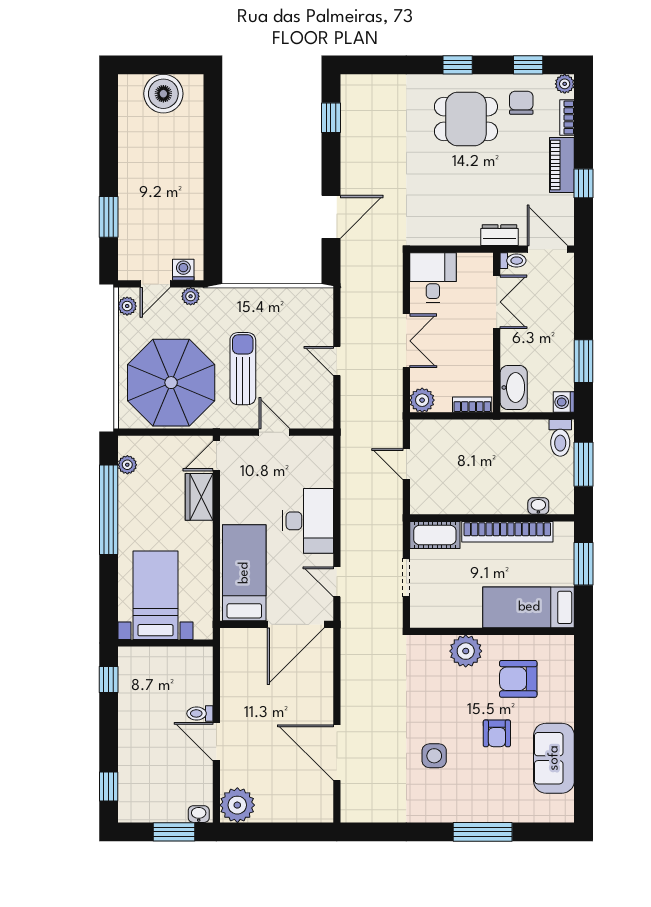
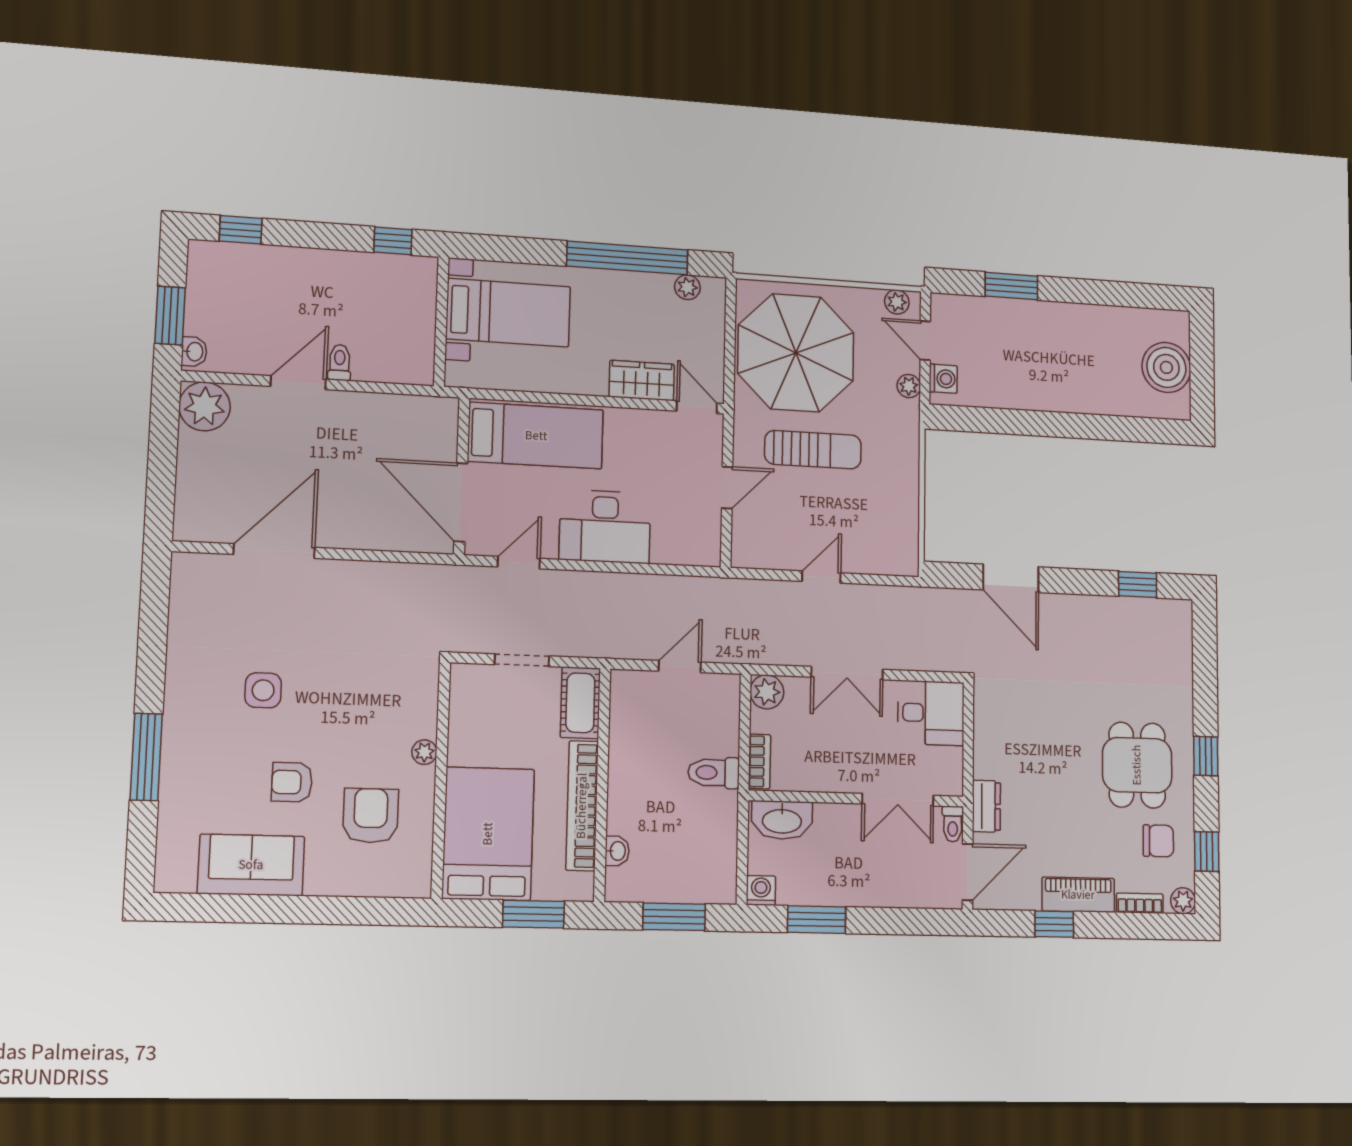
toilet: (560, 438) -> (714, 773), moved
bed: (529, 607) -> (488, 834), width x1.50
plant: (466, 651) -> (424, 752), width x0.53, depth x0.53

